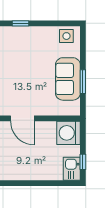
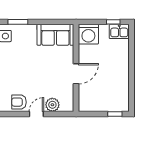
sofa: (68, 79) -> (55, 35), moved
window: (83, 82) -> (18, 22), moved

